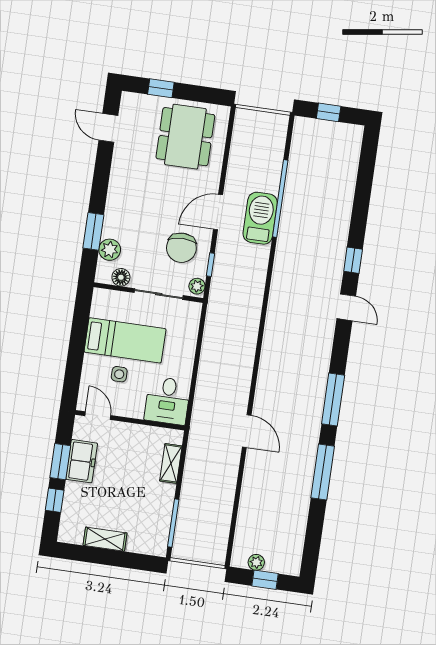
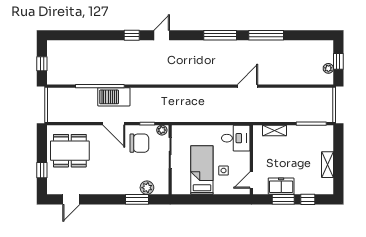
floor lamp: (121, 277) -> (163, 178), removed

